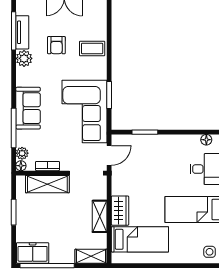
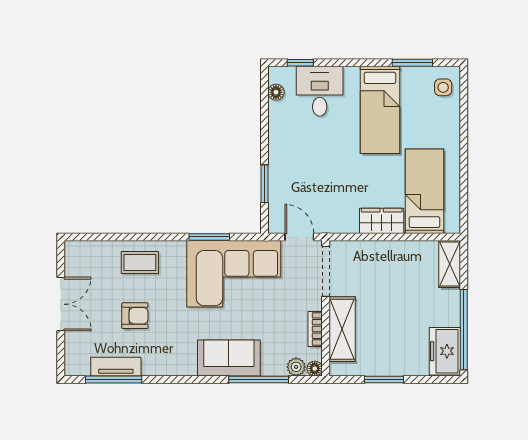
coffee table: (92, 48) -> (140, 262), turned 90
plant: (24, 58) -> (155, 364), removed
shelving: (100, 216) -> (390, 251), removed

